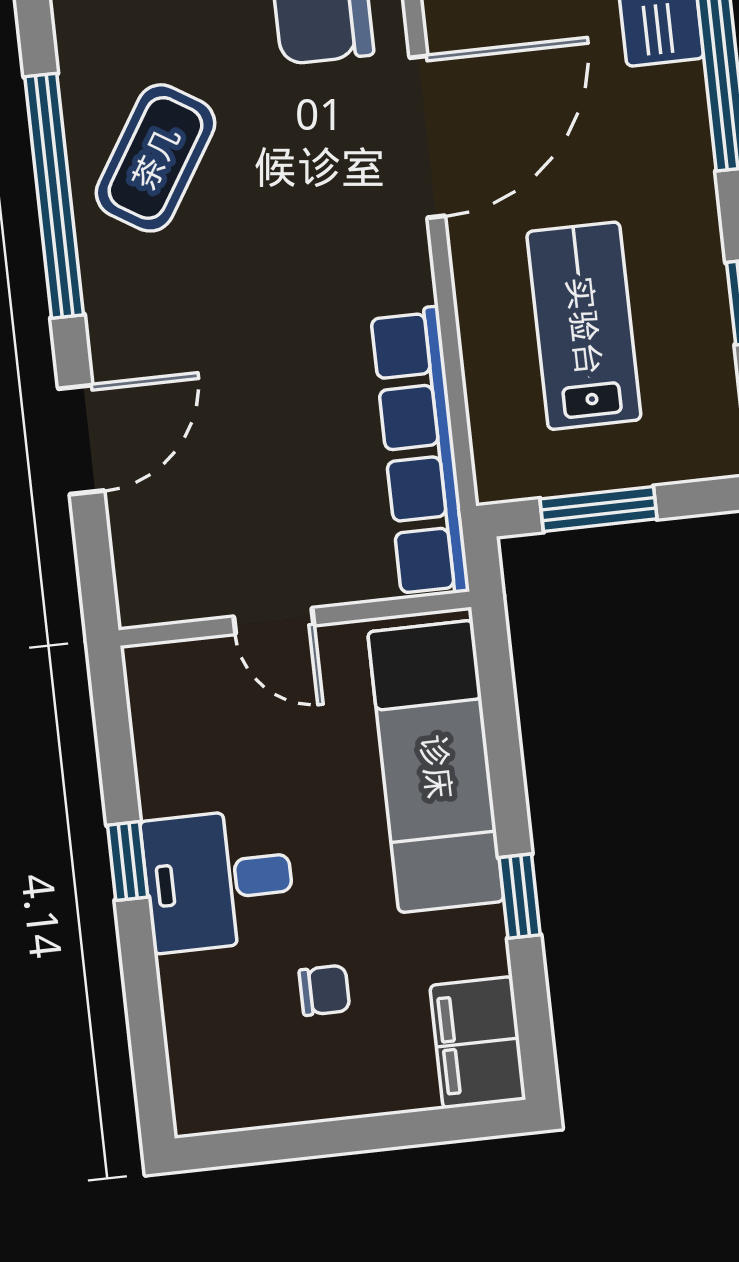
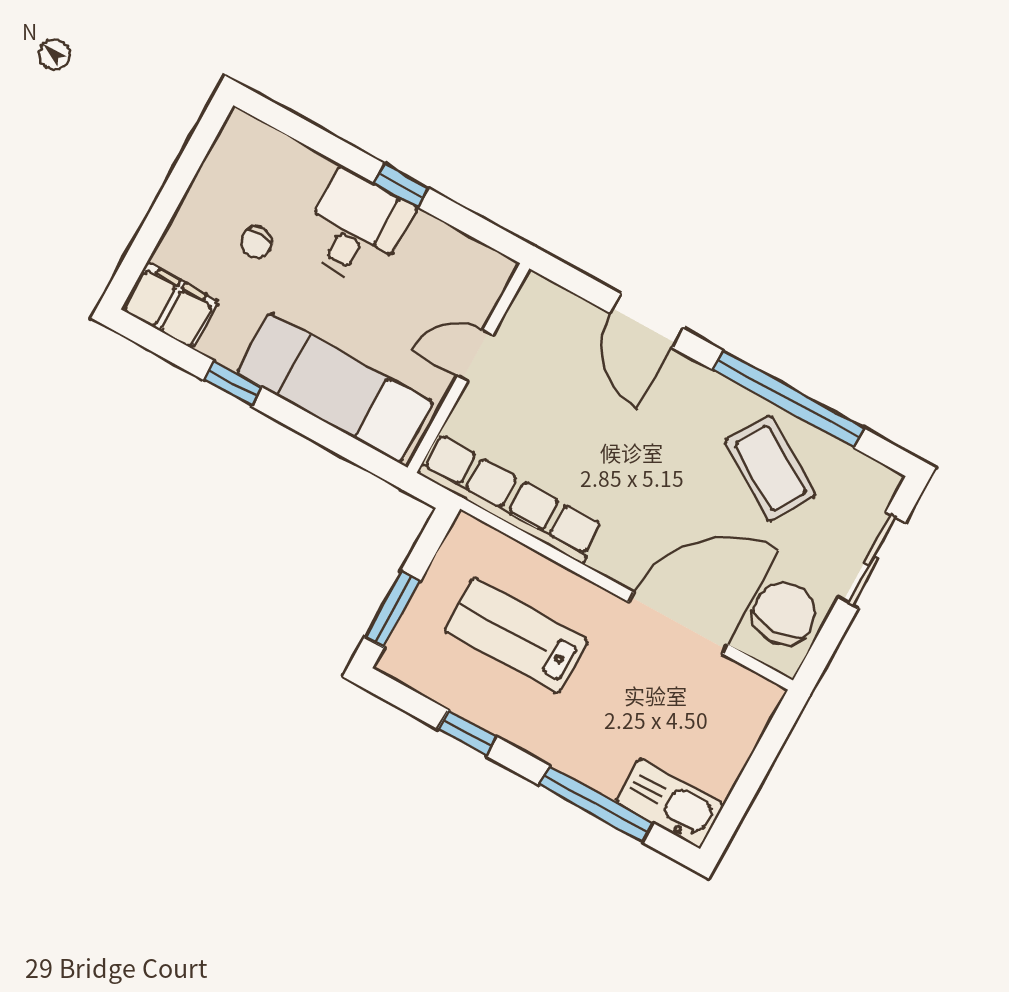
door: (427, 137) -> (678, 623), swing flipped
lab bench: (584, 326) -> (516, 636), turned 180
window: (599, 509) -> (392, 609), moved

